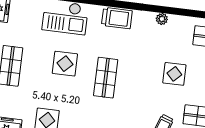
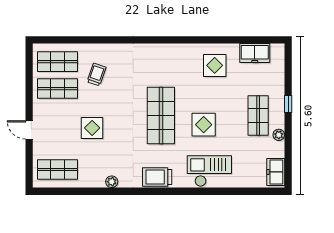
shop shelf: (106, 78) -> (161, 116), width x1.43, depth x1.36

